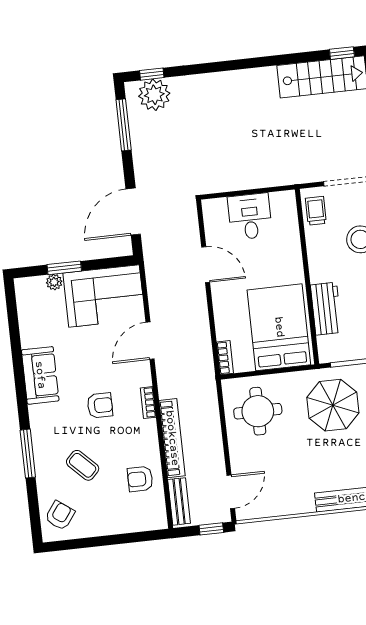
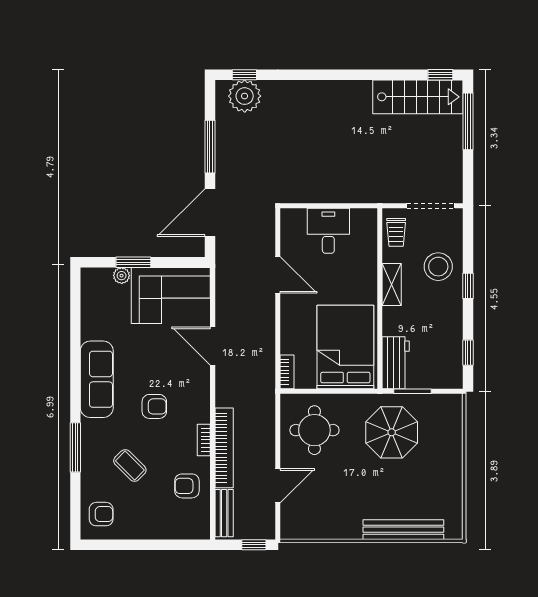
window: (124, 125) -> (210, 147), moved
trolley: (316, 211) -> (396, 232), turned 180
shelving: (317, 262) -> (392, 284), added
workbench: (326, 309) -> (396, 363), moved
door: (150, 341) -> (213, 346), hinge flipped
sofa: (40, 375) -> (97, 379), width x1.36
bookcase: (148, 403) -> (204, 440), moved
door: (231, 492) -> (278, 486), moved
armchair: (60, 515) -> (101, 514), turned 54

